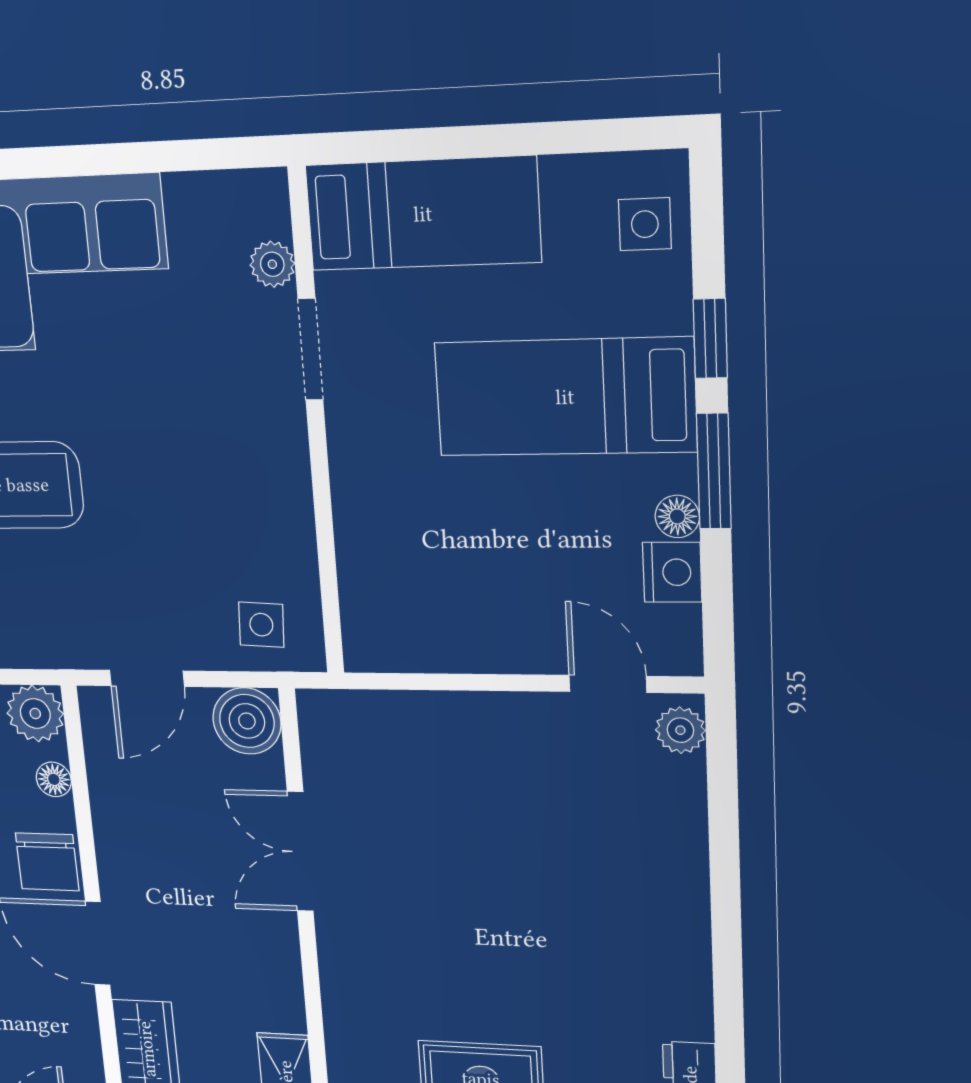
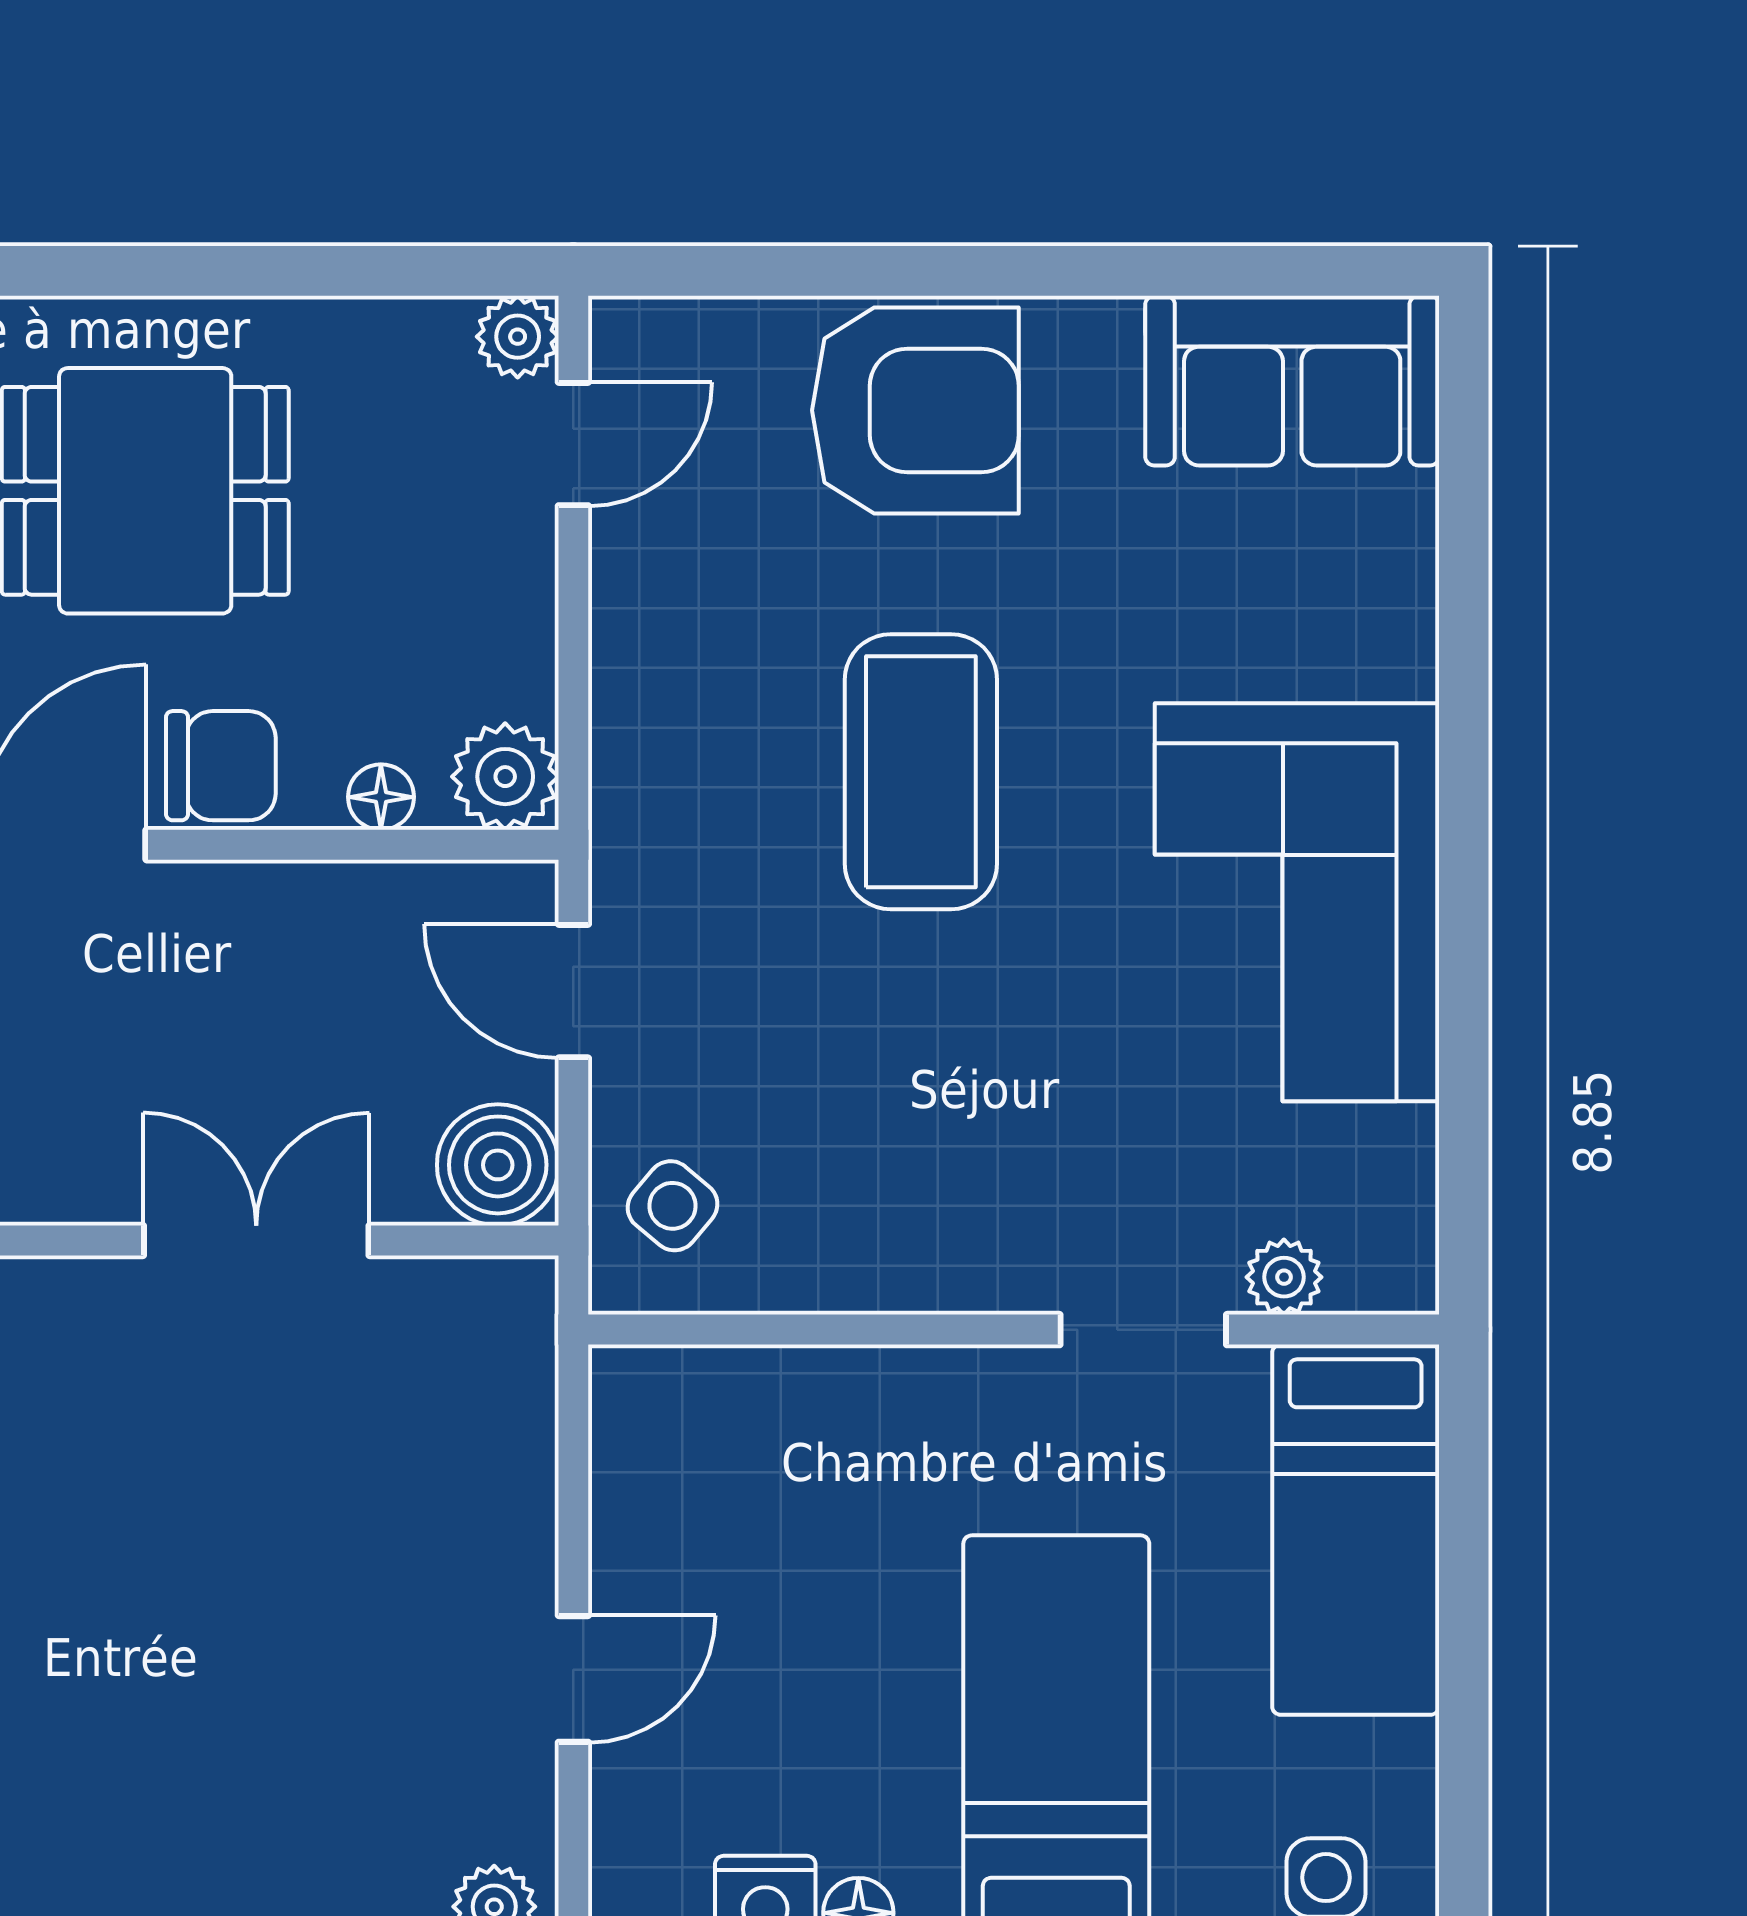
side table: (261, 625) -> (673, 1206), turned 37
door: (608, 684) -> (573, 1679), moved
chair: (47, 862) -> (221, 766), turned 180

